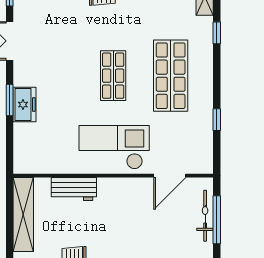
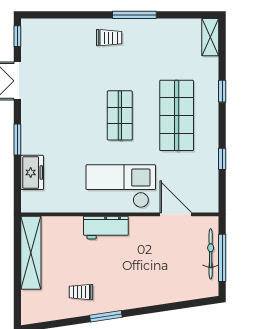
window: (217, 33) -> (222, 91), moved
freezer: (25, 105) -> (32, 172), moved
door: (170, 176) -> (176, 214), swing flipped
workbench: (74, 189) -> (106, 228), moved

